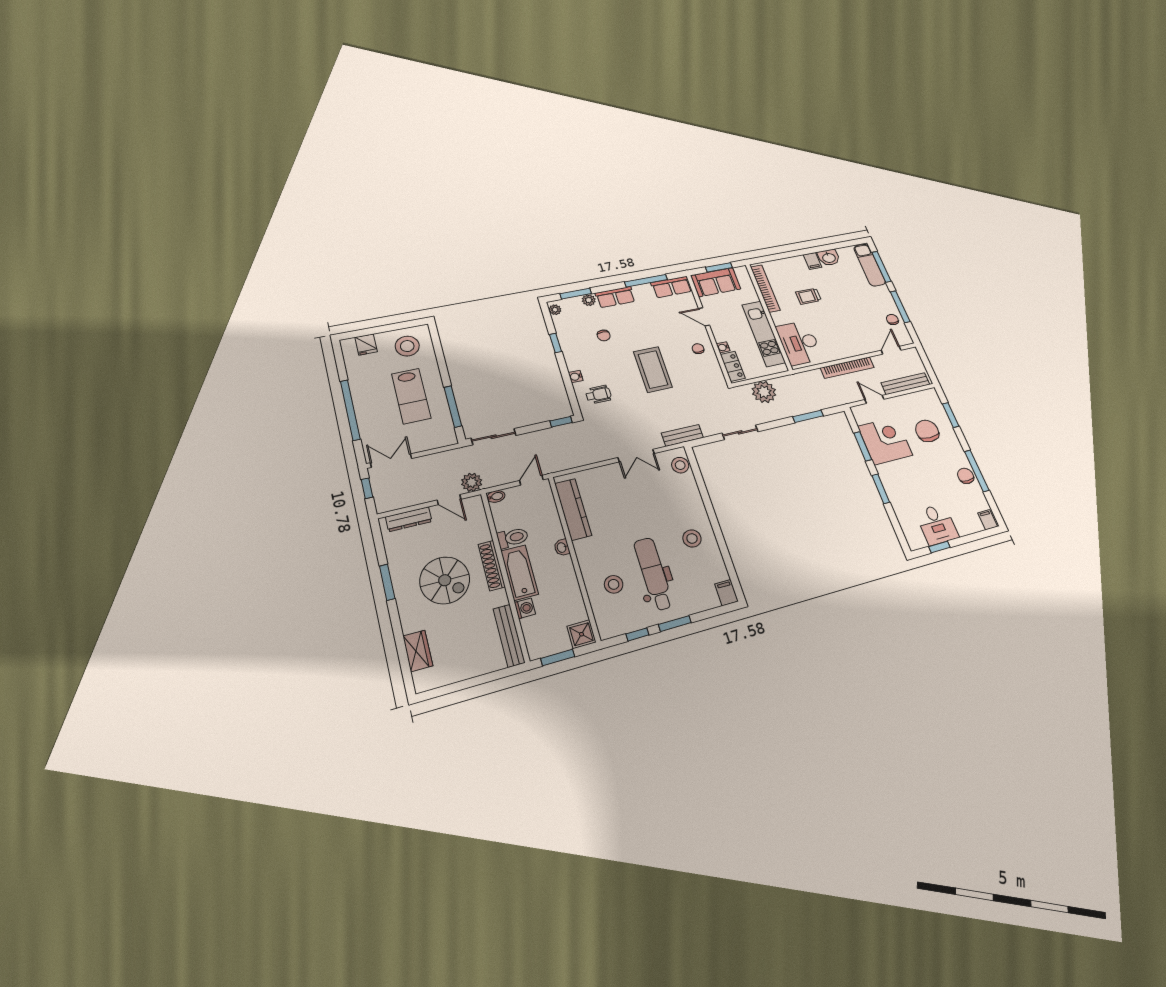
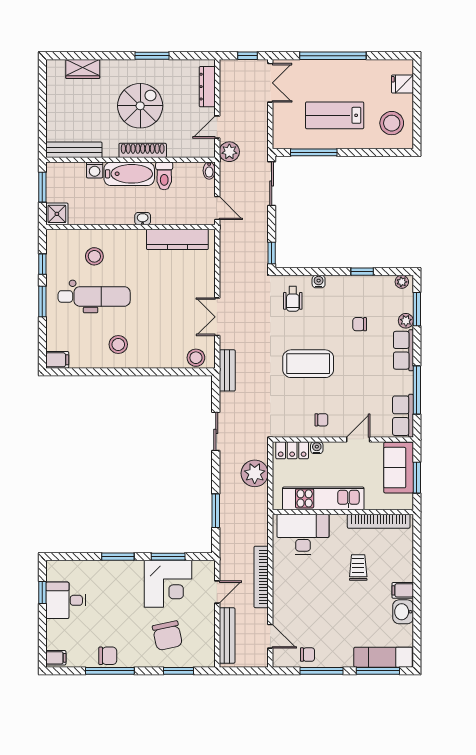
chair: (927, 431) -> (167, 636), turned 78
spiral stairs: (445, 580) -> (140, 106), turned 180

